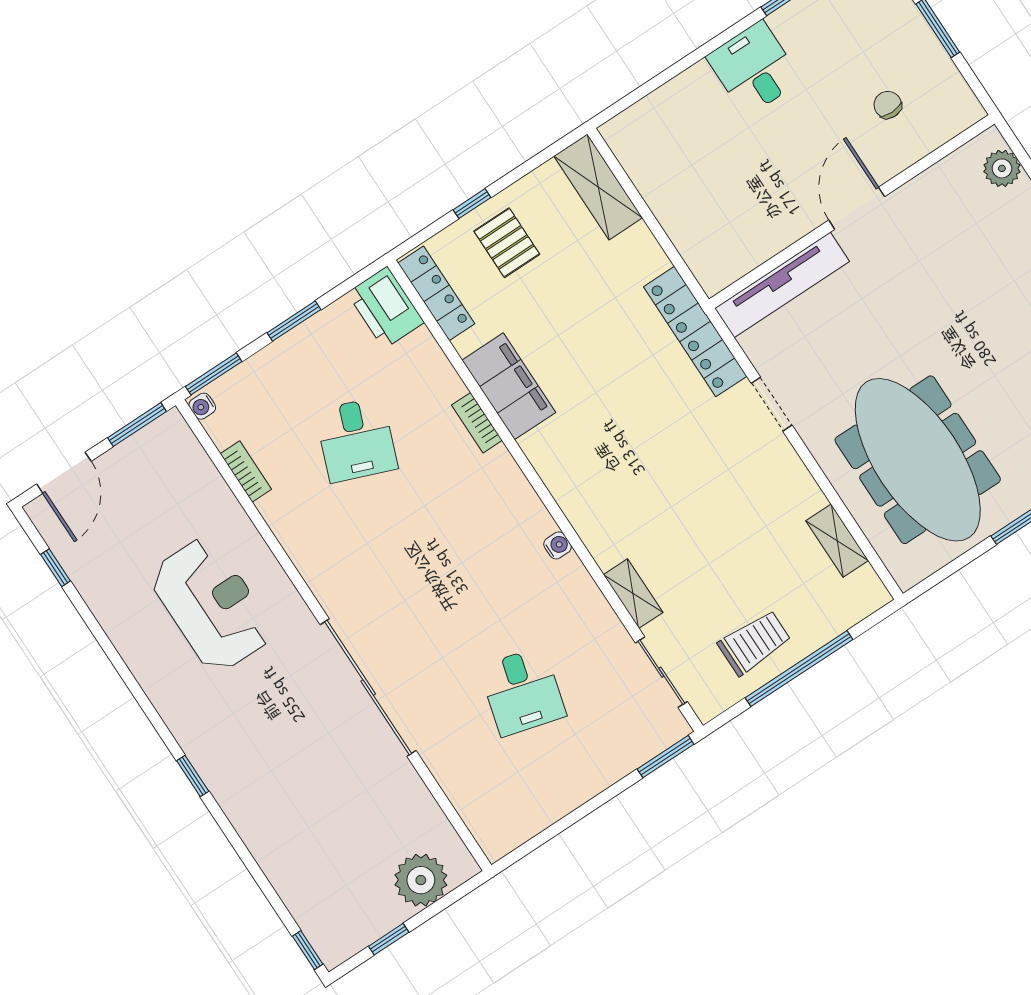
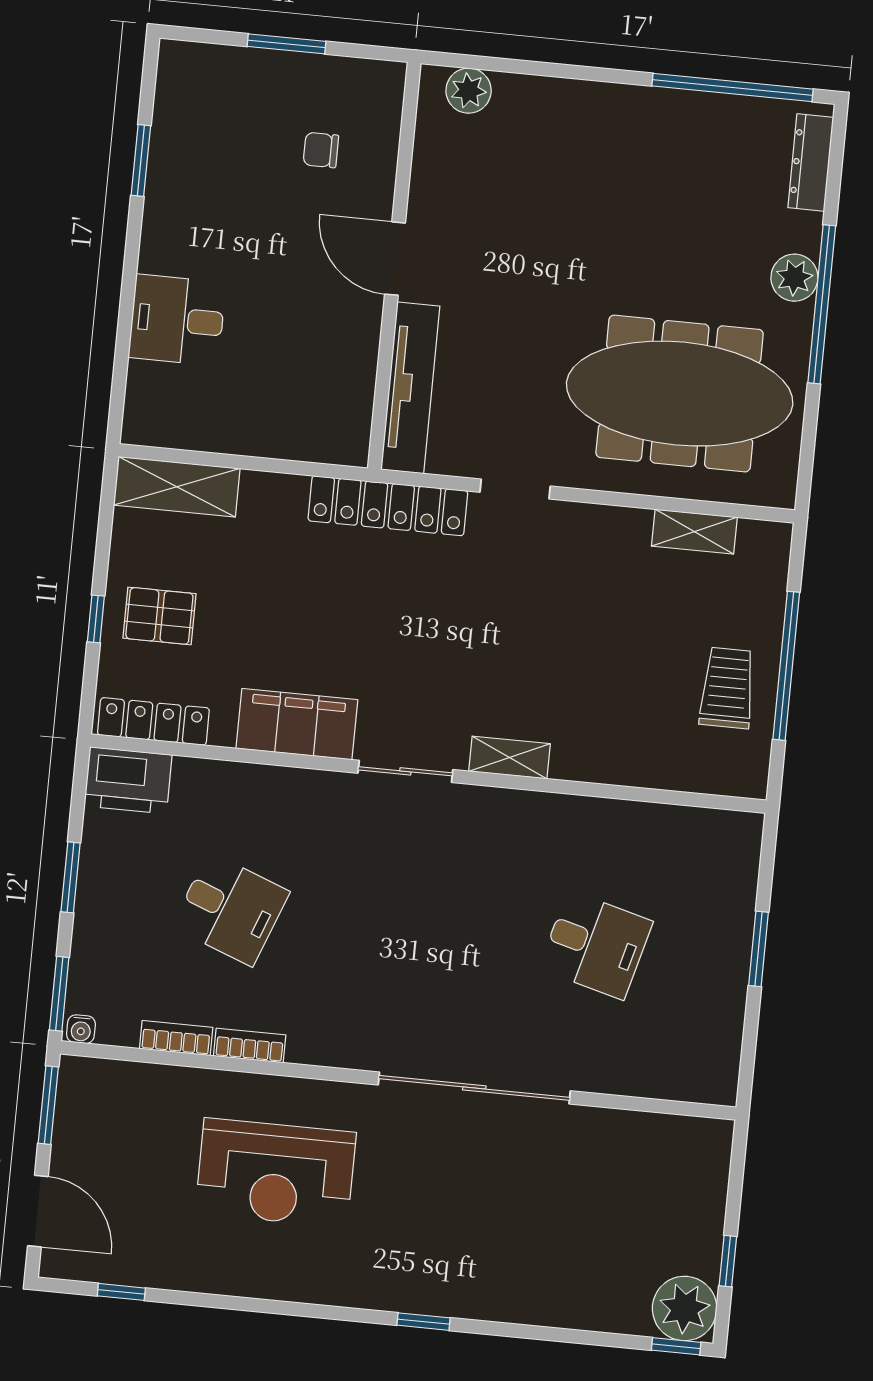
desk: (754, 68) -> (177, 320), moved
bookcase: (477, 423) -> (250, 1046), moved, turned 180
water cooler: (558, 545) -> (485, 800), removed
shelving: (633, 594) -> (509, 757), moved
reception desk: (211, 605) -> (276, 1173), turned 180
sliding door: (661, 672) -> (405, 771), moved
window: (666, 757) -> (759, 949), moved
plant: (421, 880) -> (685, 1308), moved

